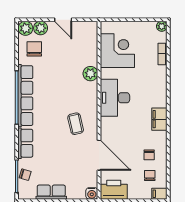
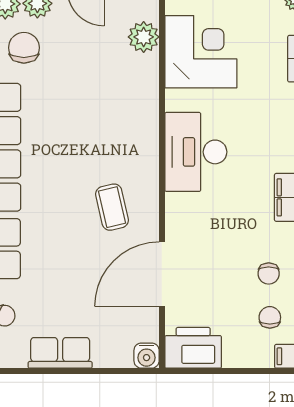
plant: (90, 74) -> (144, 37), moved
door: (99, 155) -> (162, 274), swing flipped

